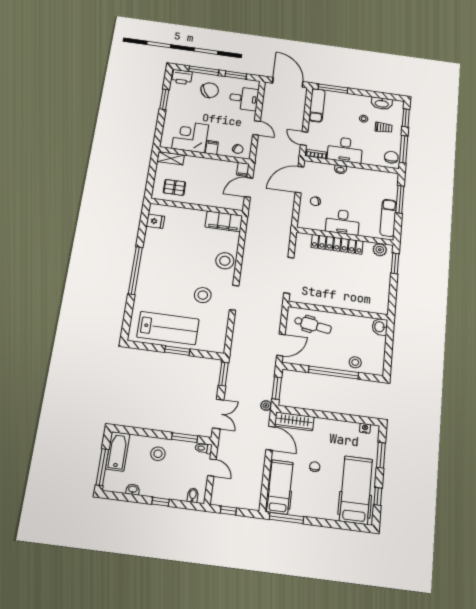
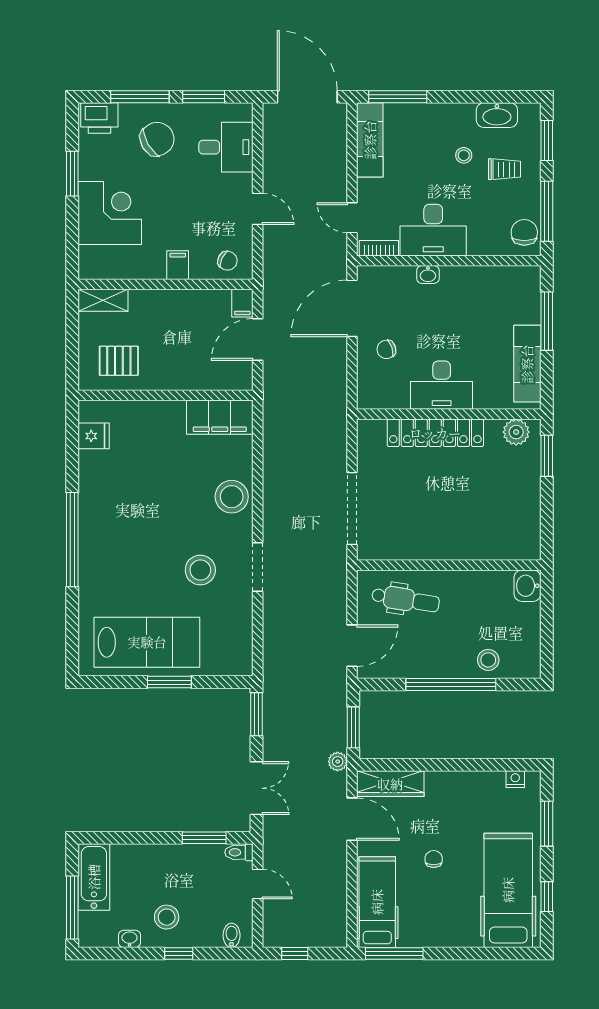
corner desk: (190, 137) -> (110, 213), moved, turned 90
stool: (158, 454) -> (167, 917), moved

